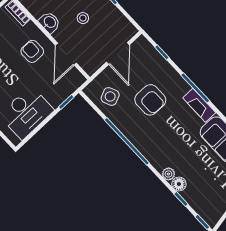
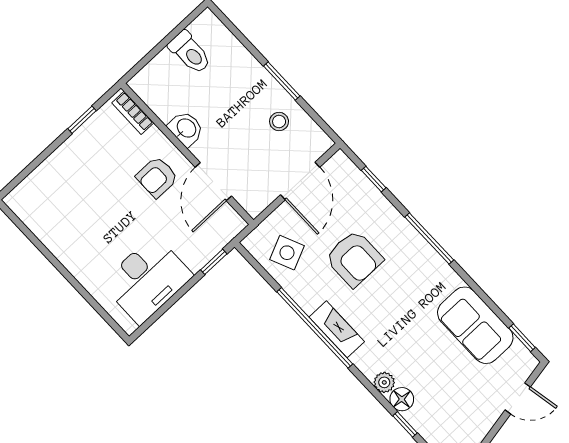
stool: (83, 18) -> (279, 122), moved
armchair: (32, 51) -> (157, 177), turned -90
fireplace: (199, 105) -> (337, 329), moved, turned 180

